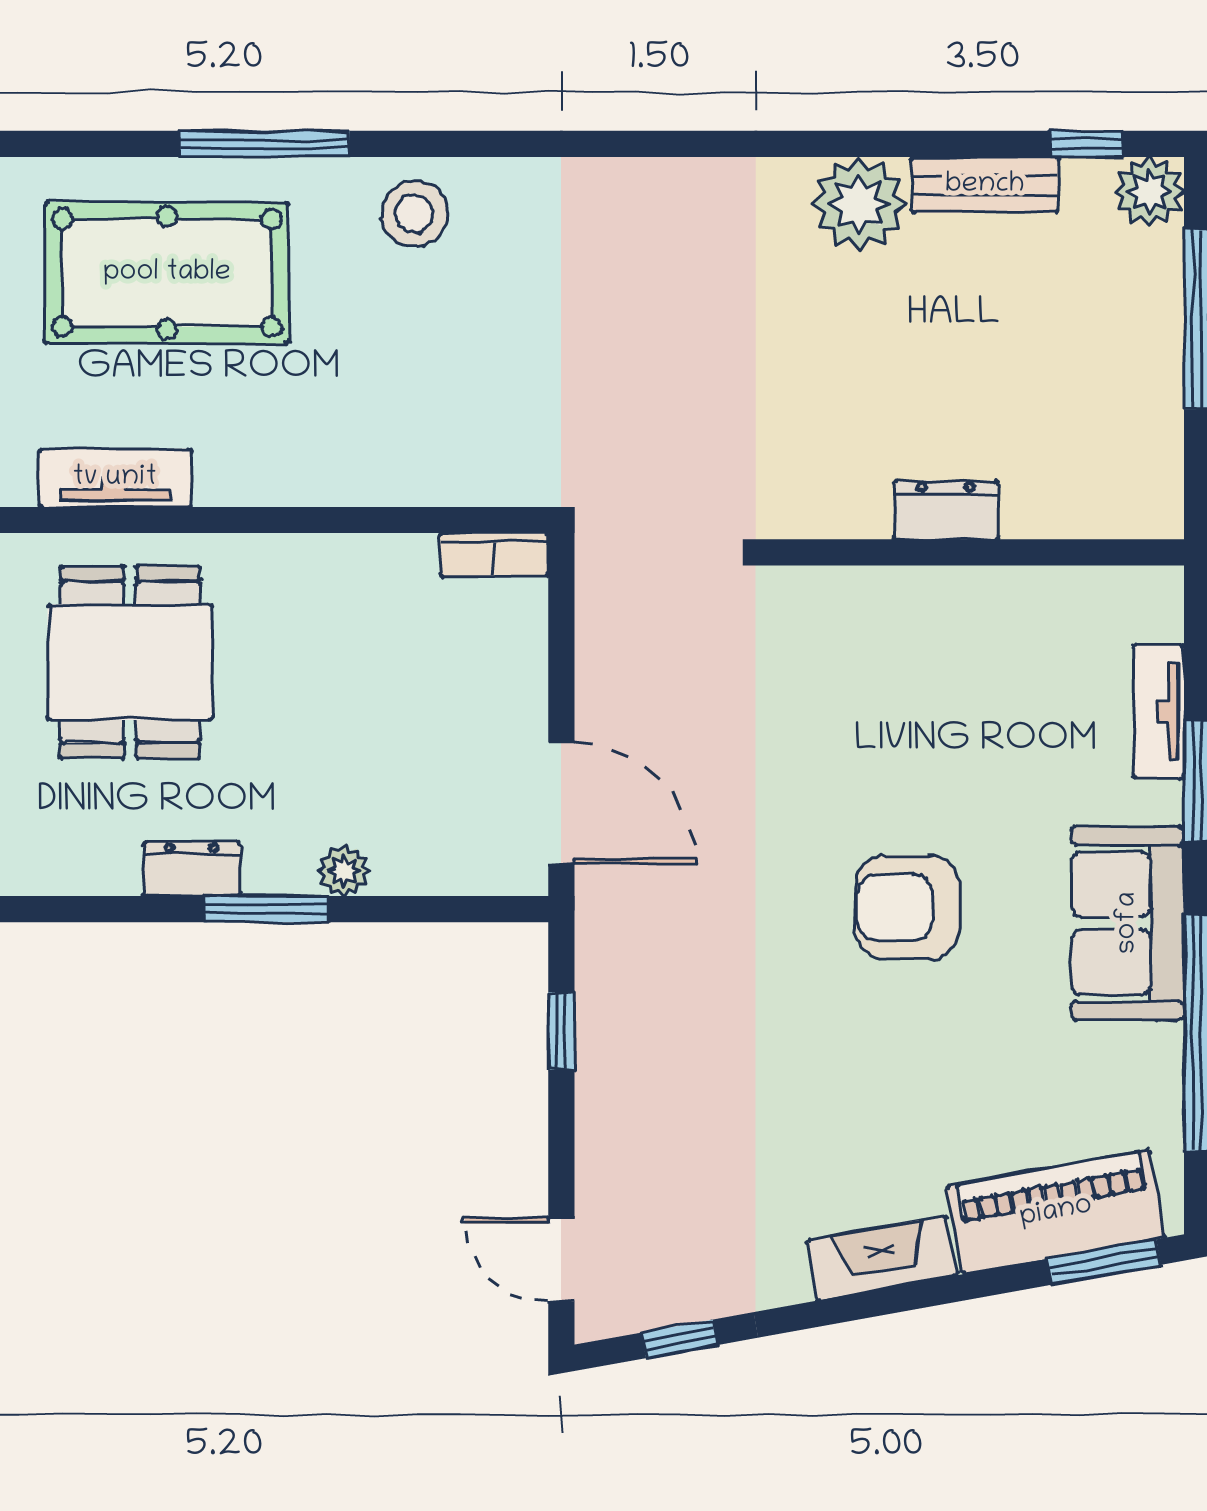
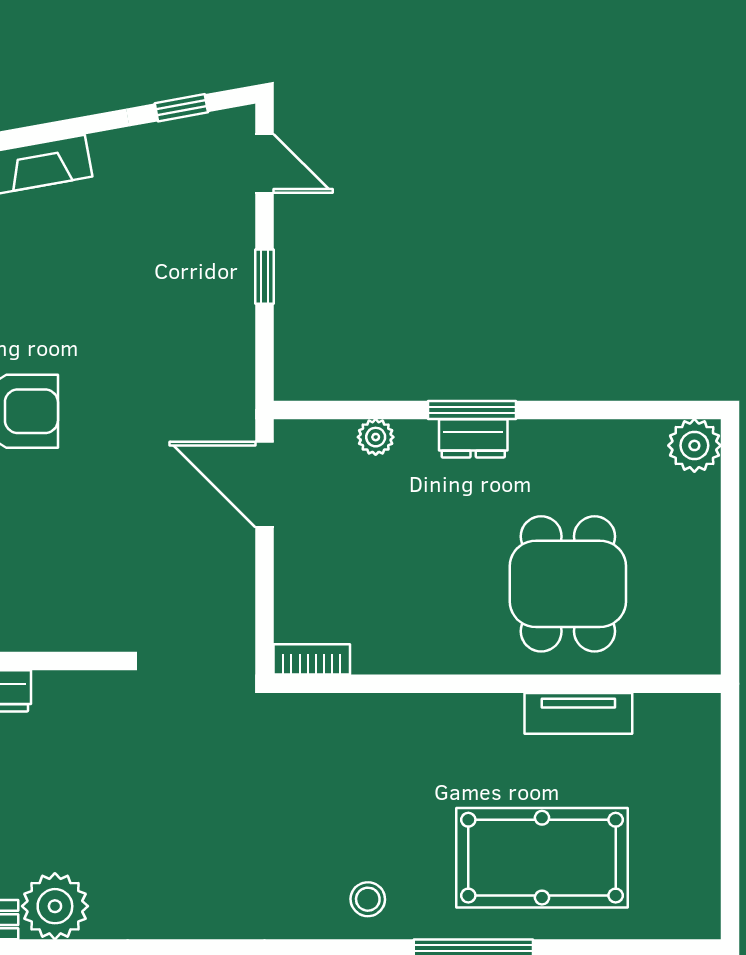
stool: (414, 214) -> (368, 899), width x0.73, depth x0.73
dresser: (192, 869) -> (473, 438), moved
plant: (344, 871) -> (376, 437), moved
window: (561, 1031) -> (265, 277), moved

